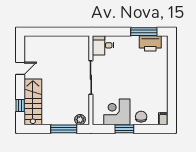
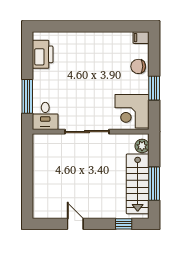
window: (144, 32) -> (27, 96), moved
stairs: (33, 102) -> (138, 184), moved, turned -90
corner desk: (117, 112) -> (132, 111), moved
window: (64, 129) -> (154, 184), moved

